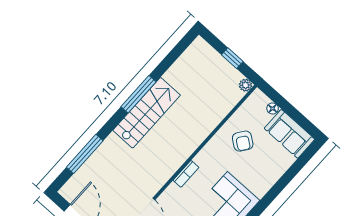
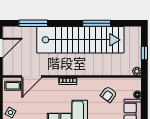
window: (139, 94) -> (97, 23), moved
stairs: (147, 113) -> (80, 40), width x1.86, depth x1.51

